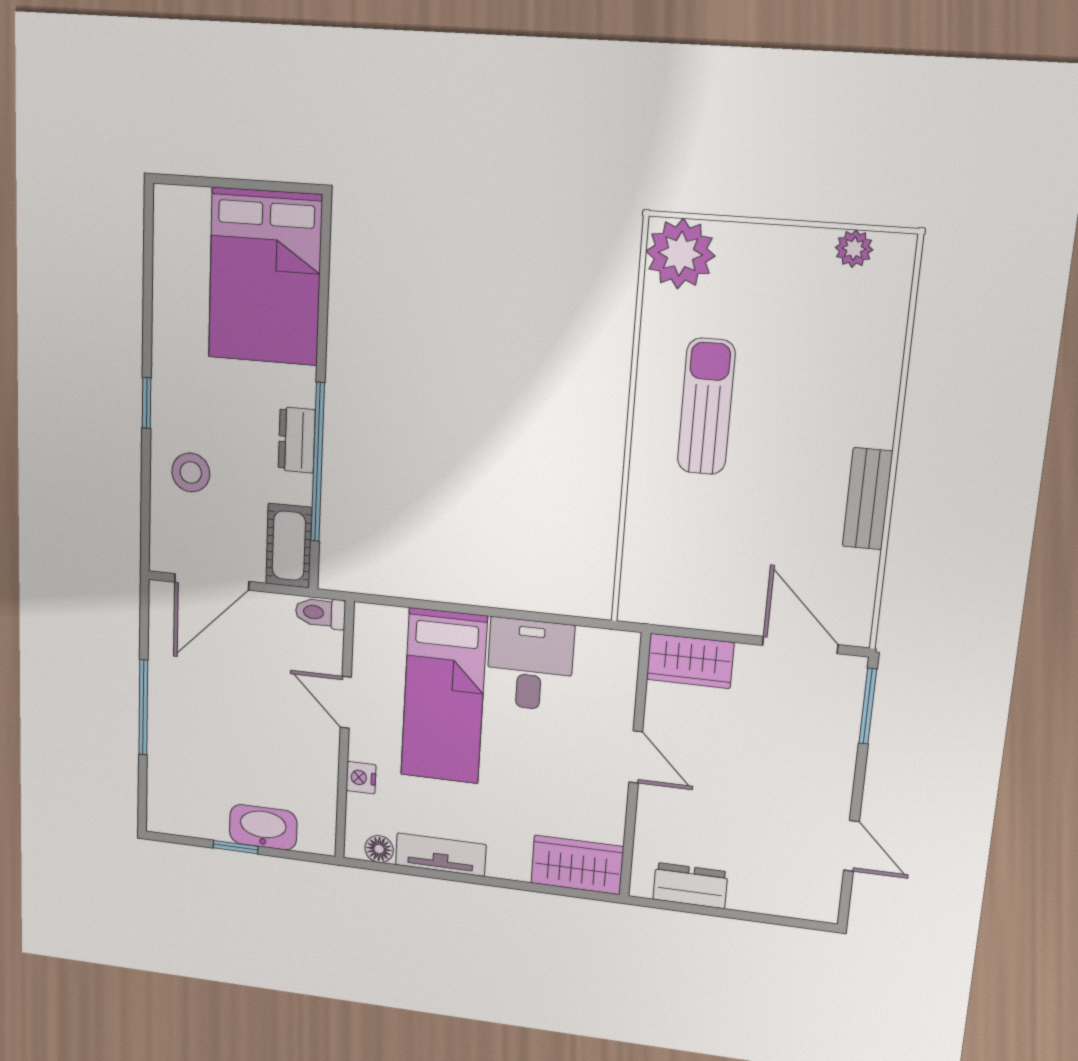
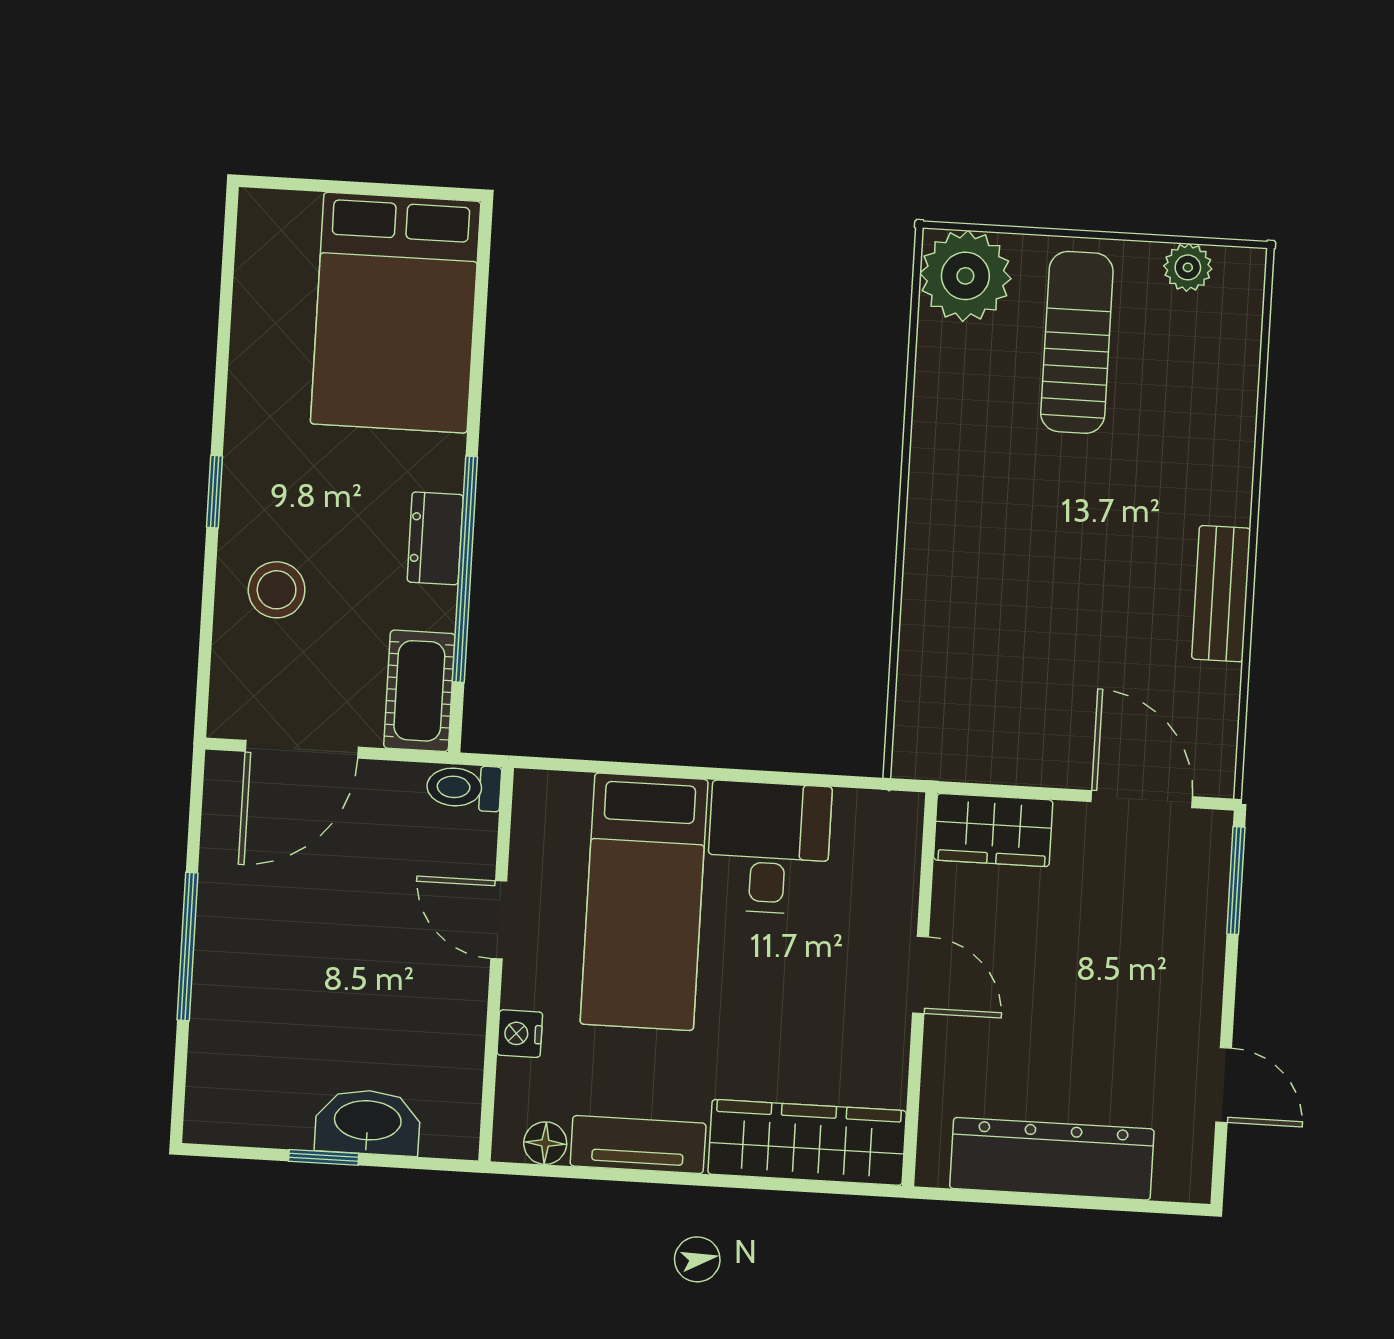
sun lounger: (706, 407) -> (1077, 342), moved
wardrobe: (577, 865) -> (807, 1142), width x1.50
dresser: (690, 886) -> (1052, 1159), width x1.96, depth x1.24

